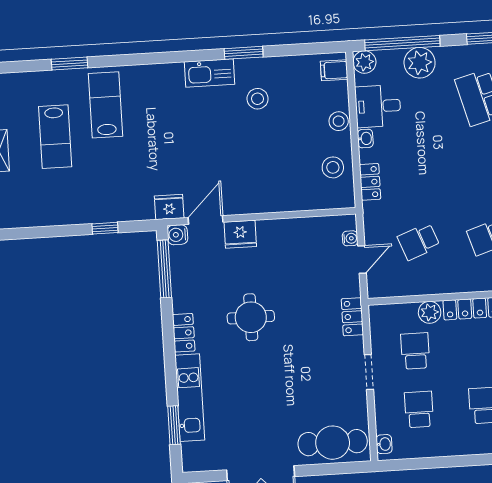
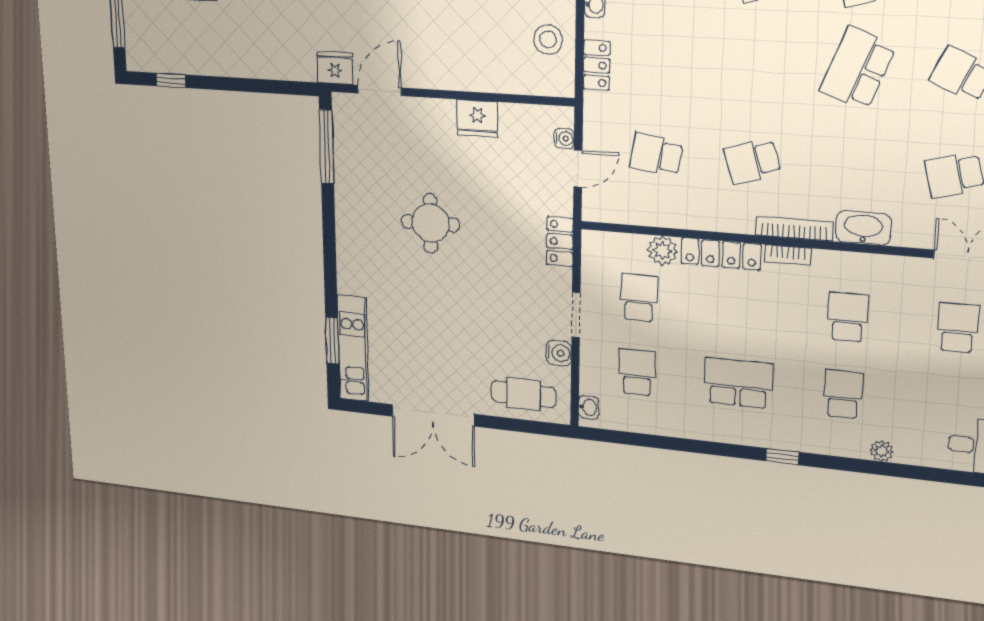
window: (105, 228) -> (171, 80), moved
fridge: (240, 234) -> (477, 118), moved
water cooler: (177, 235) -> (559, 353), moved, turned 180
school desk: (419, 242) -> (656, 155), turned 30
locker: (184, 333) -> (347, 230), removed
kitchen unit: (190, 398) -> (353, 348), moved
cafe table: (333, 443) -> (524, 394), width x0.73, depth x0.74

